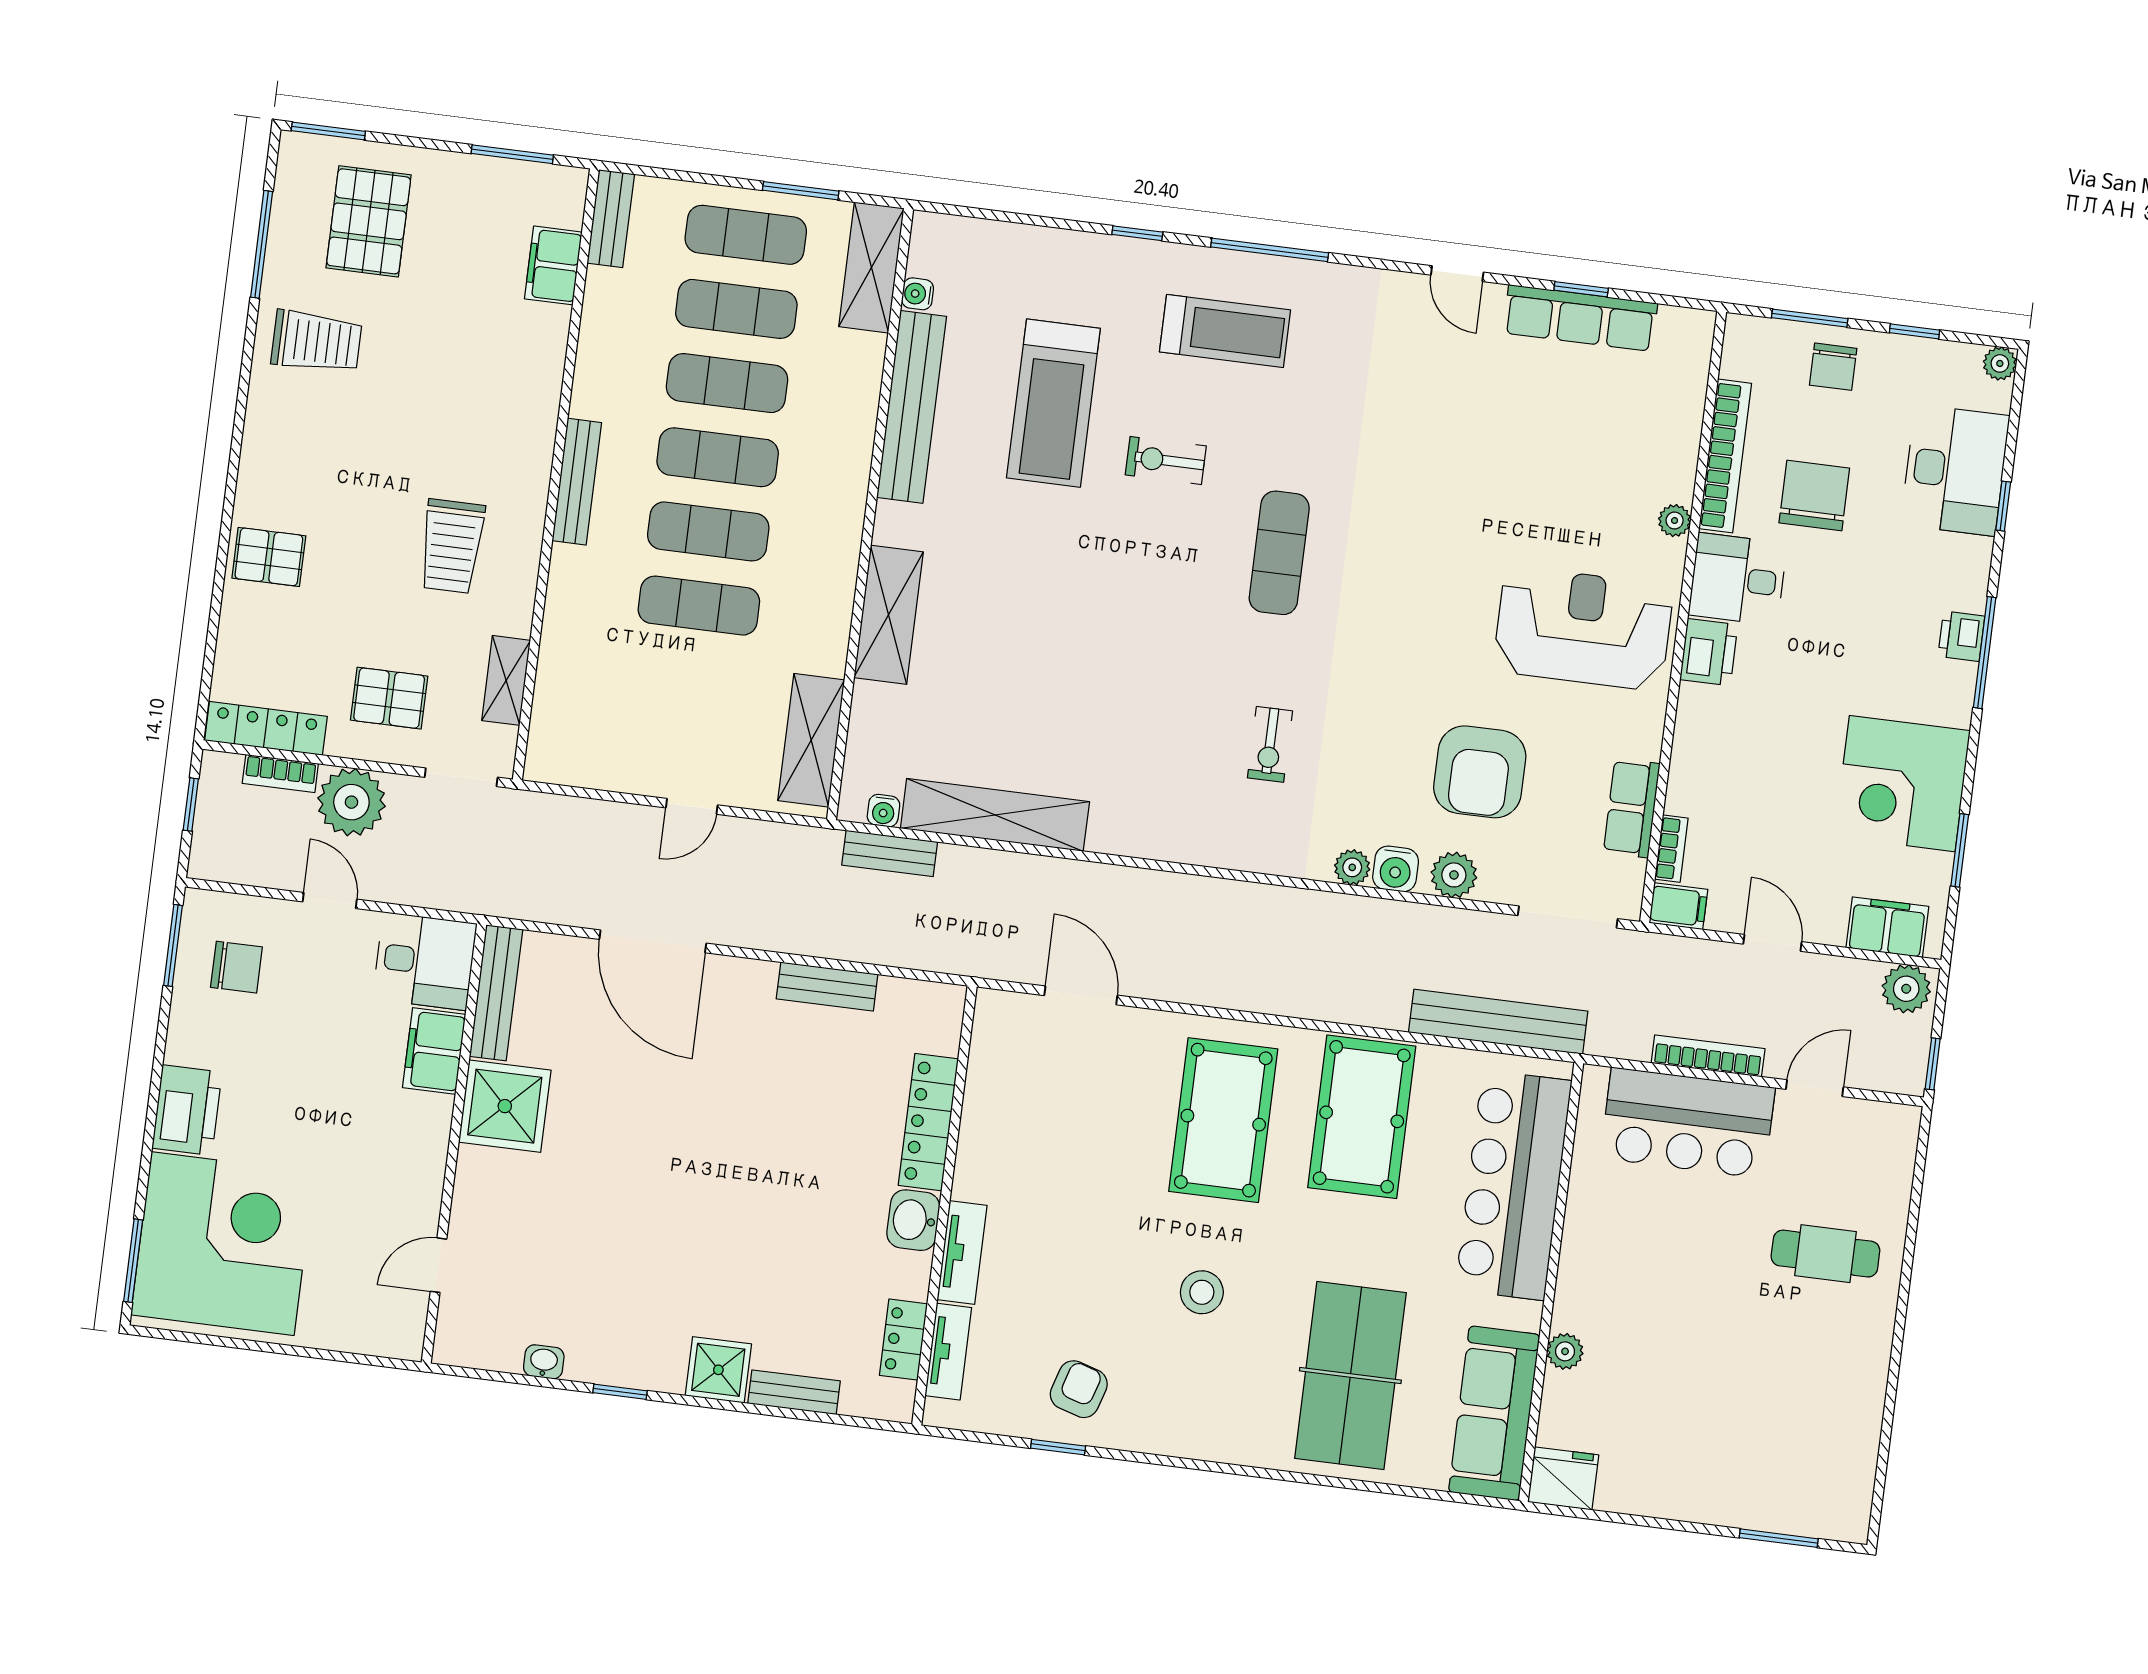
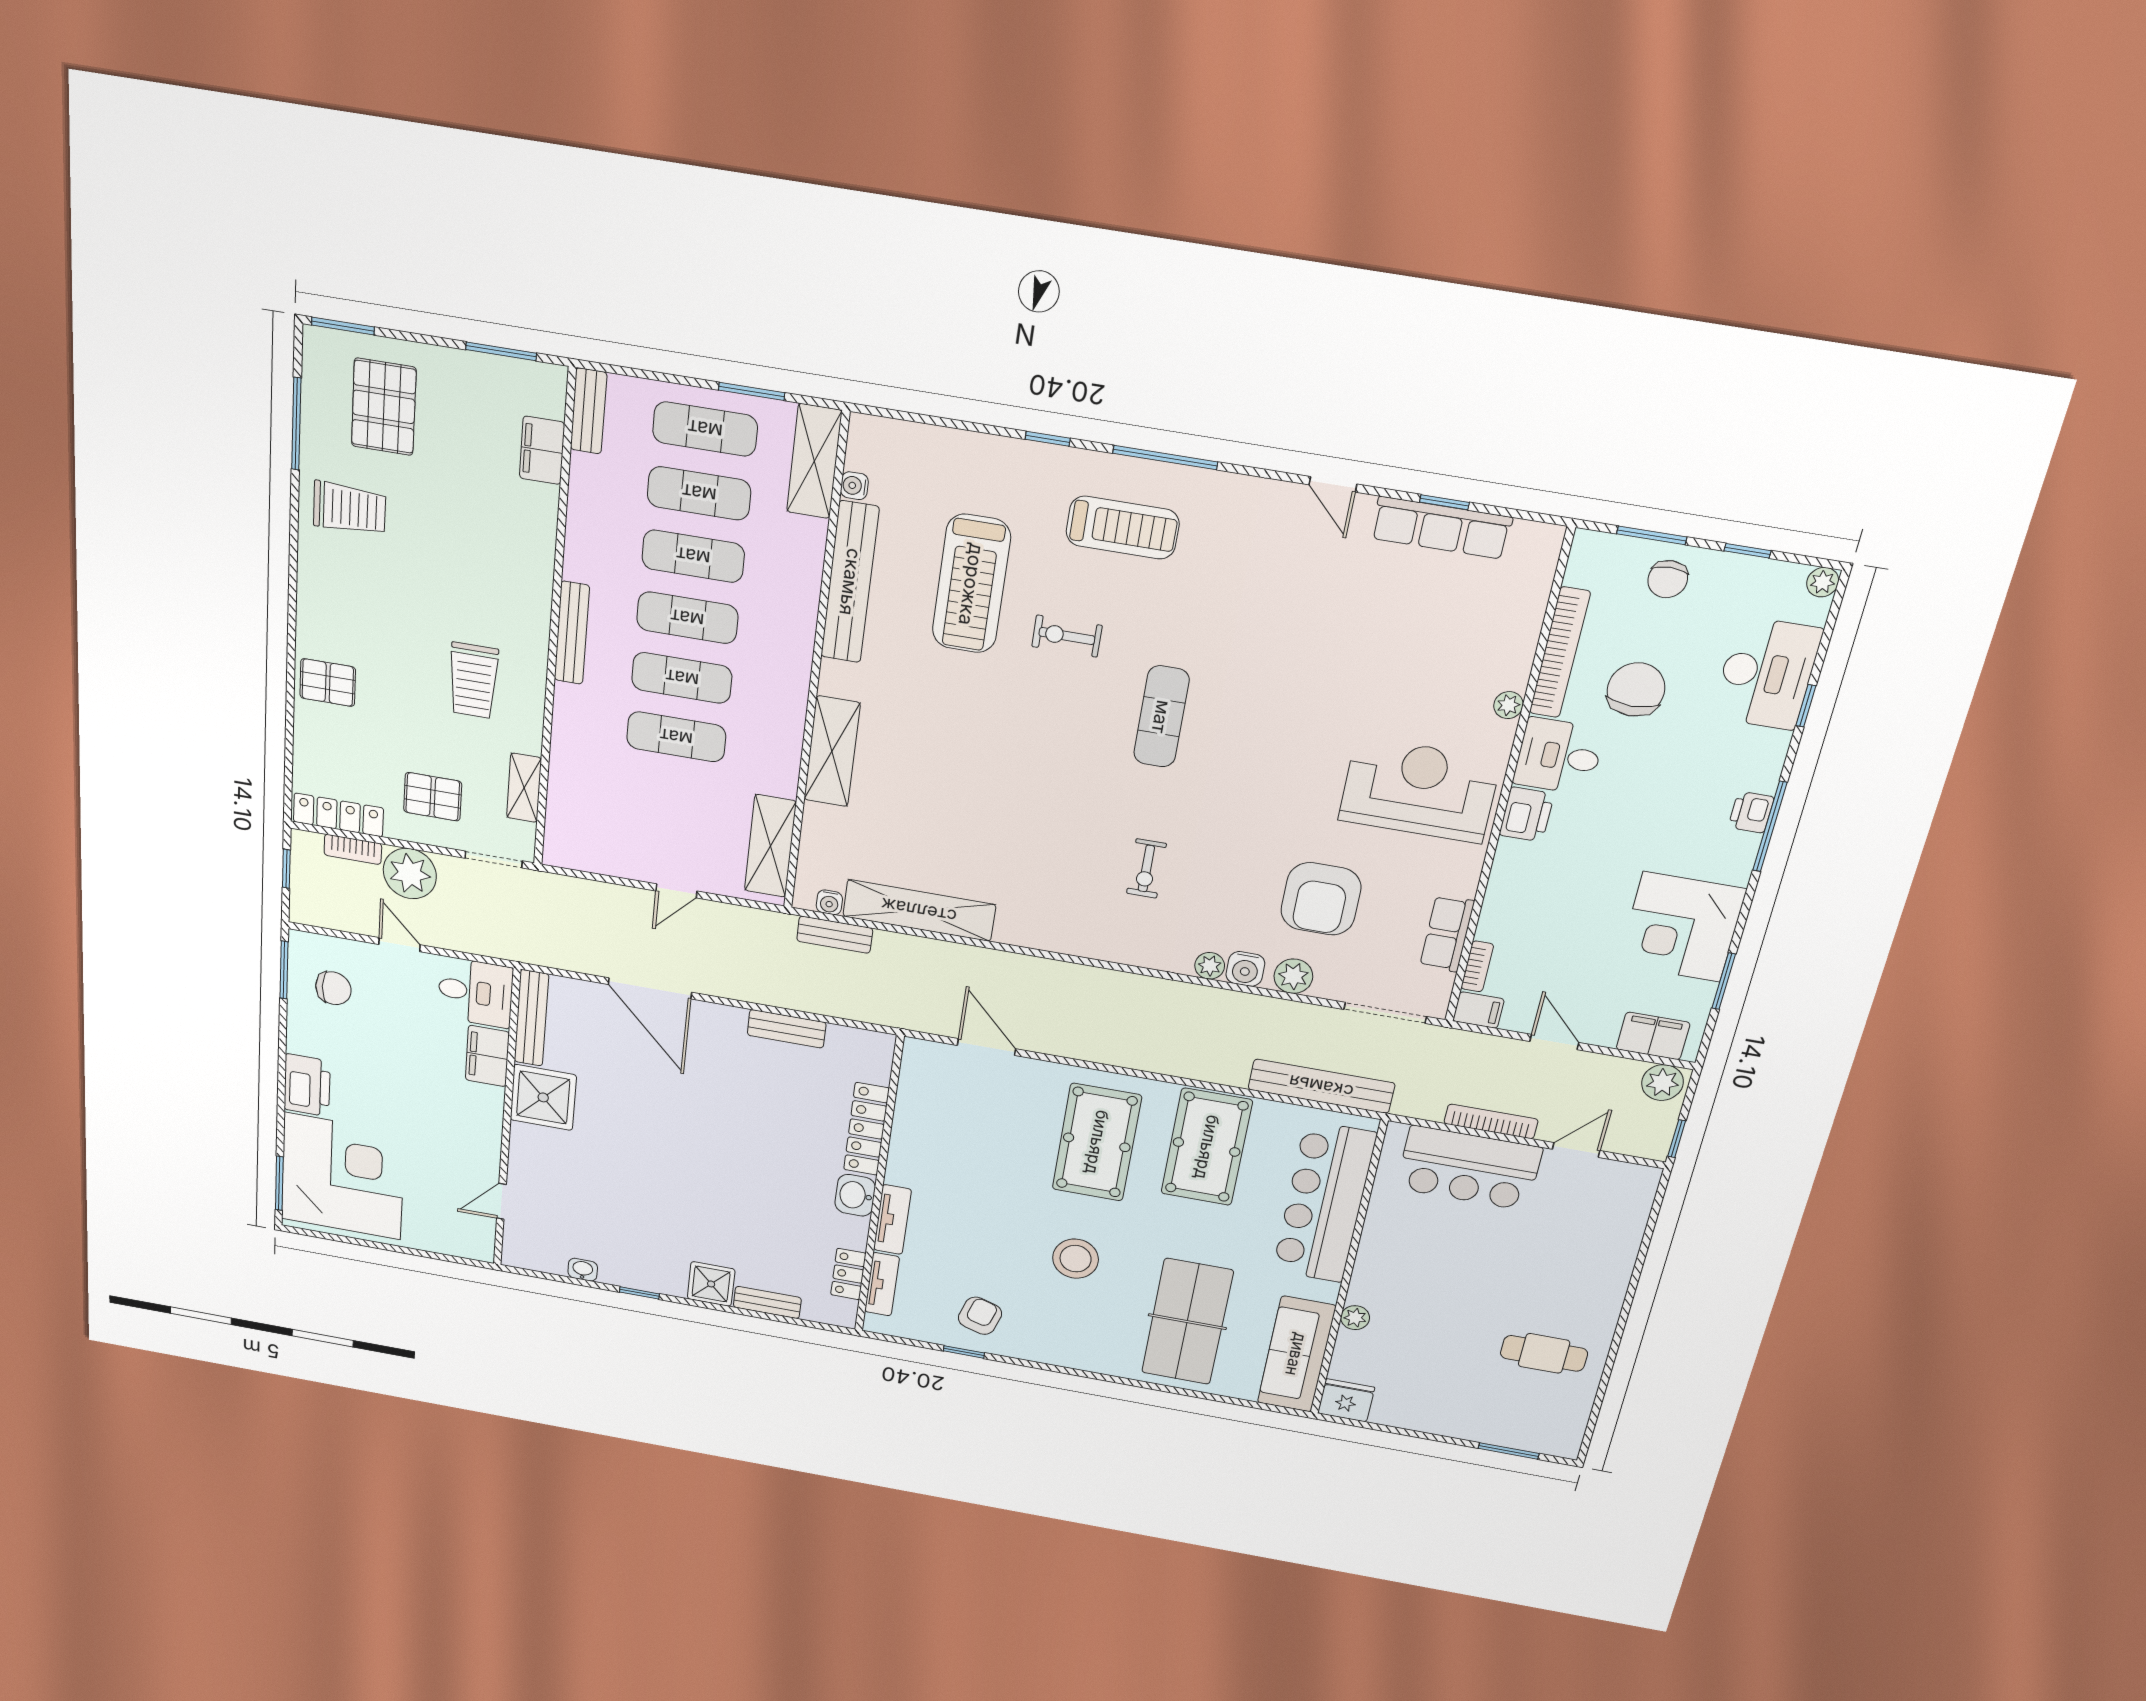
cafe table: (1825, 1254) -> (1544, 1353), moved
stool: (1202, 1292) -> (1076, 1259), width x1.38, depth x1.38

